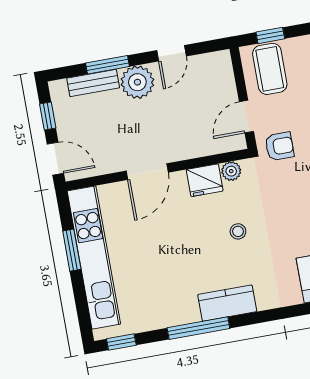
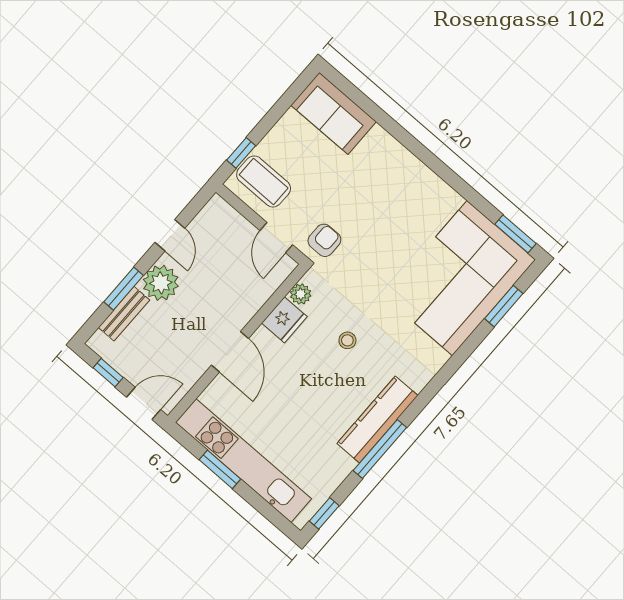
kitchen counter: (227, 303) -> (377, 419), width x1.50

